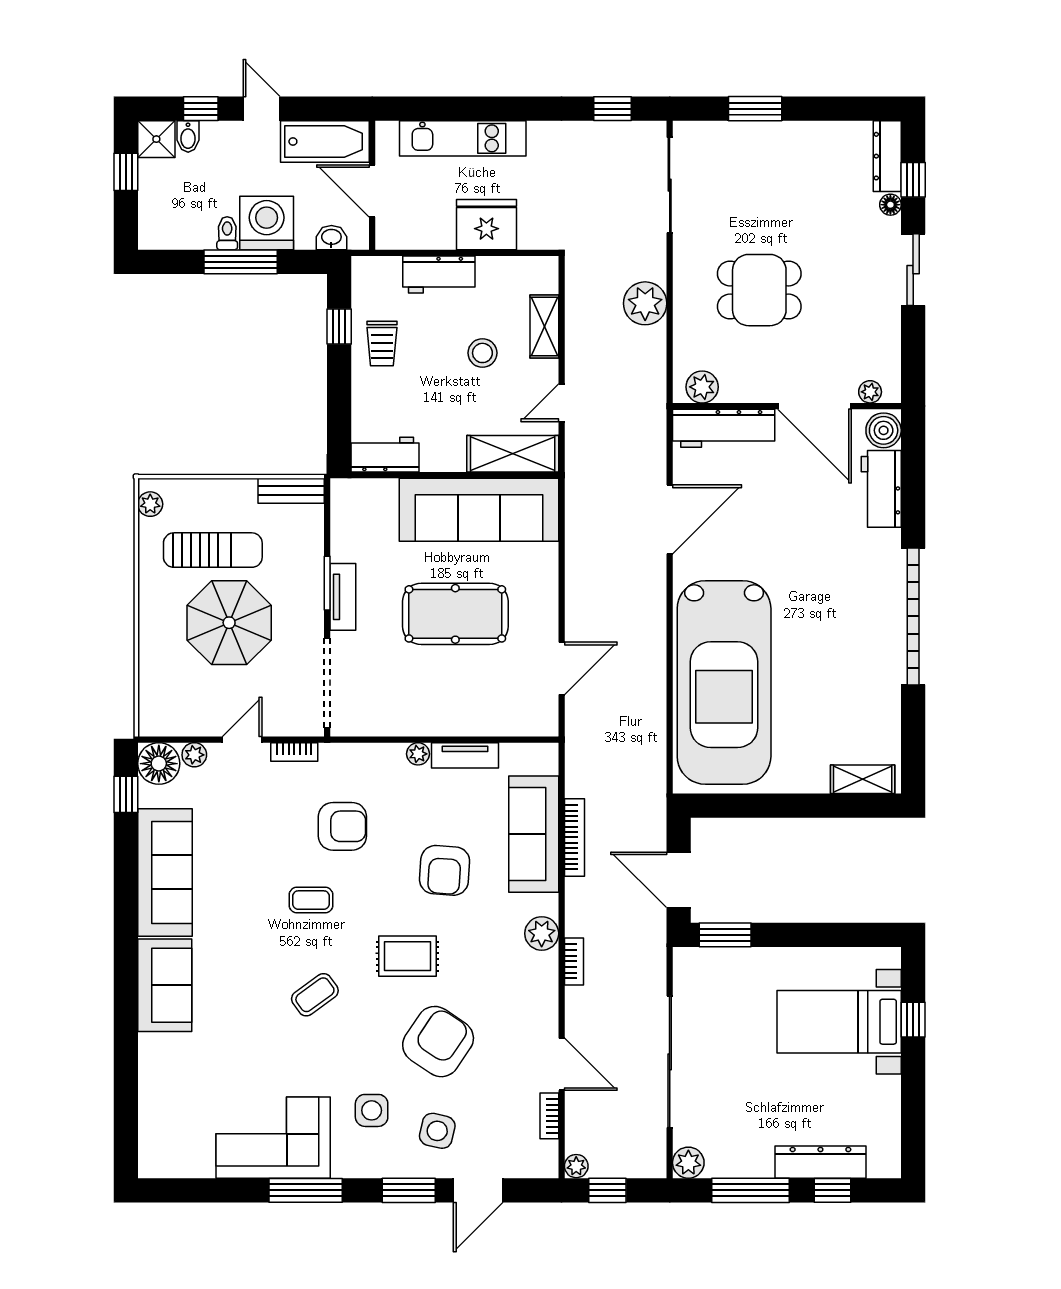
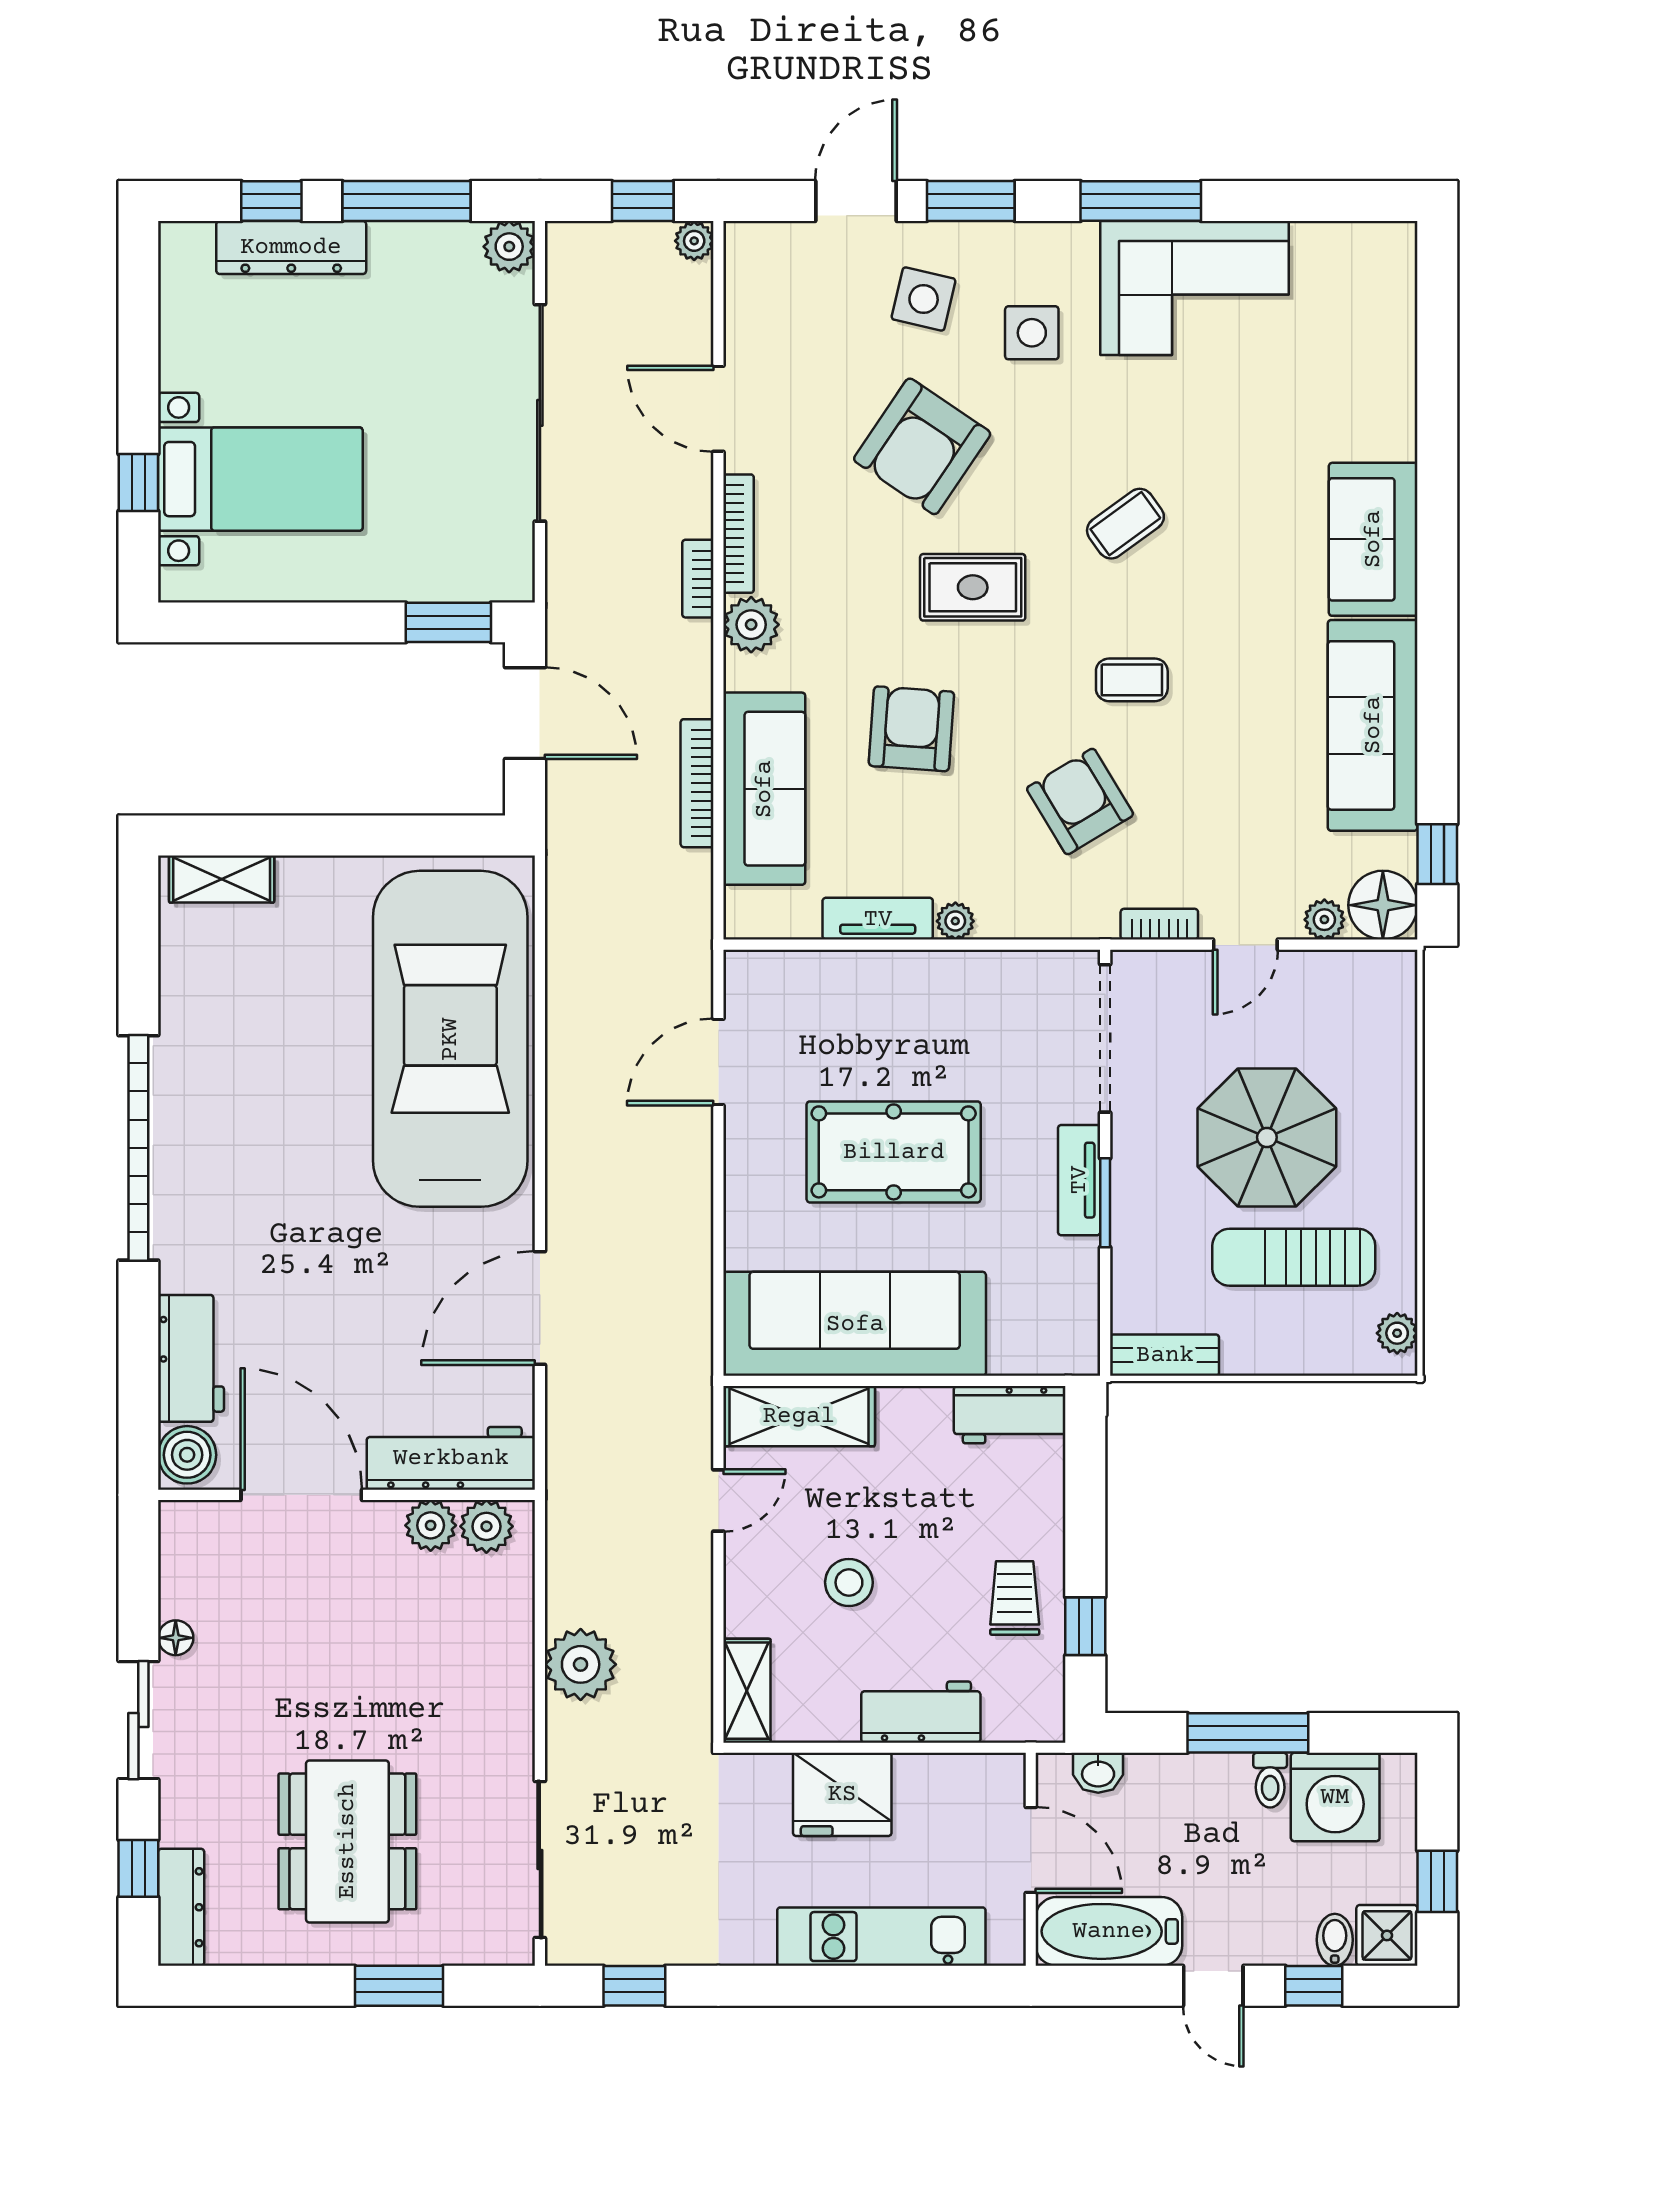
floor lamp: (890, 205) -> (176, 1638), moved
washing machine: (267, 223) -> (1335, 1797), moved
dining table: (759, 290) -> (347, 1841), moved, width x1.38
shelving: (544, 326) -> (747, 1691), moved
plant: (870, 392) -> (431, 1525), moved, width x1.38, depth x1.38
armchair: (342, 826) -> (1080, 802), turned 59
bookcase: (549, 1116) -> (739, 534), moved, width x1.56

